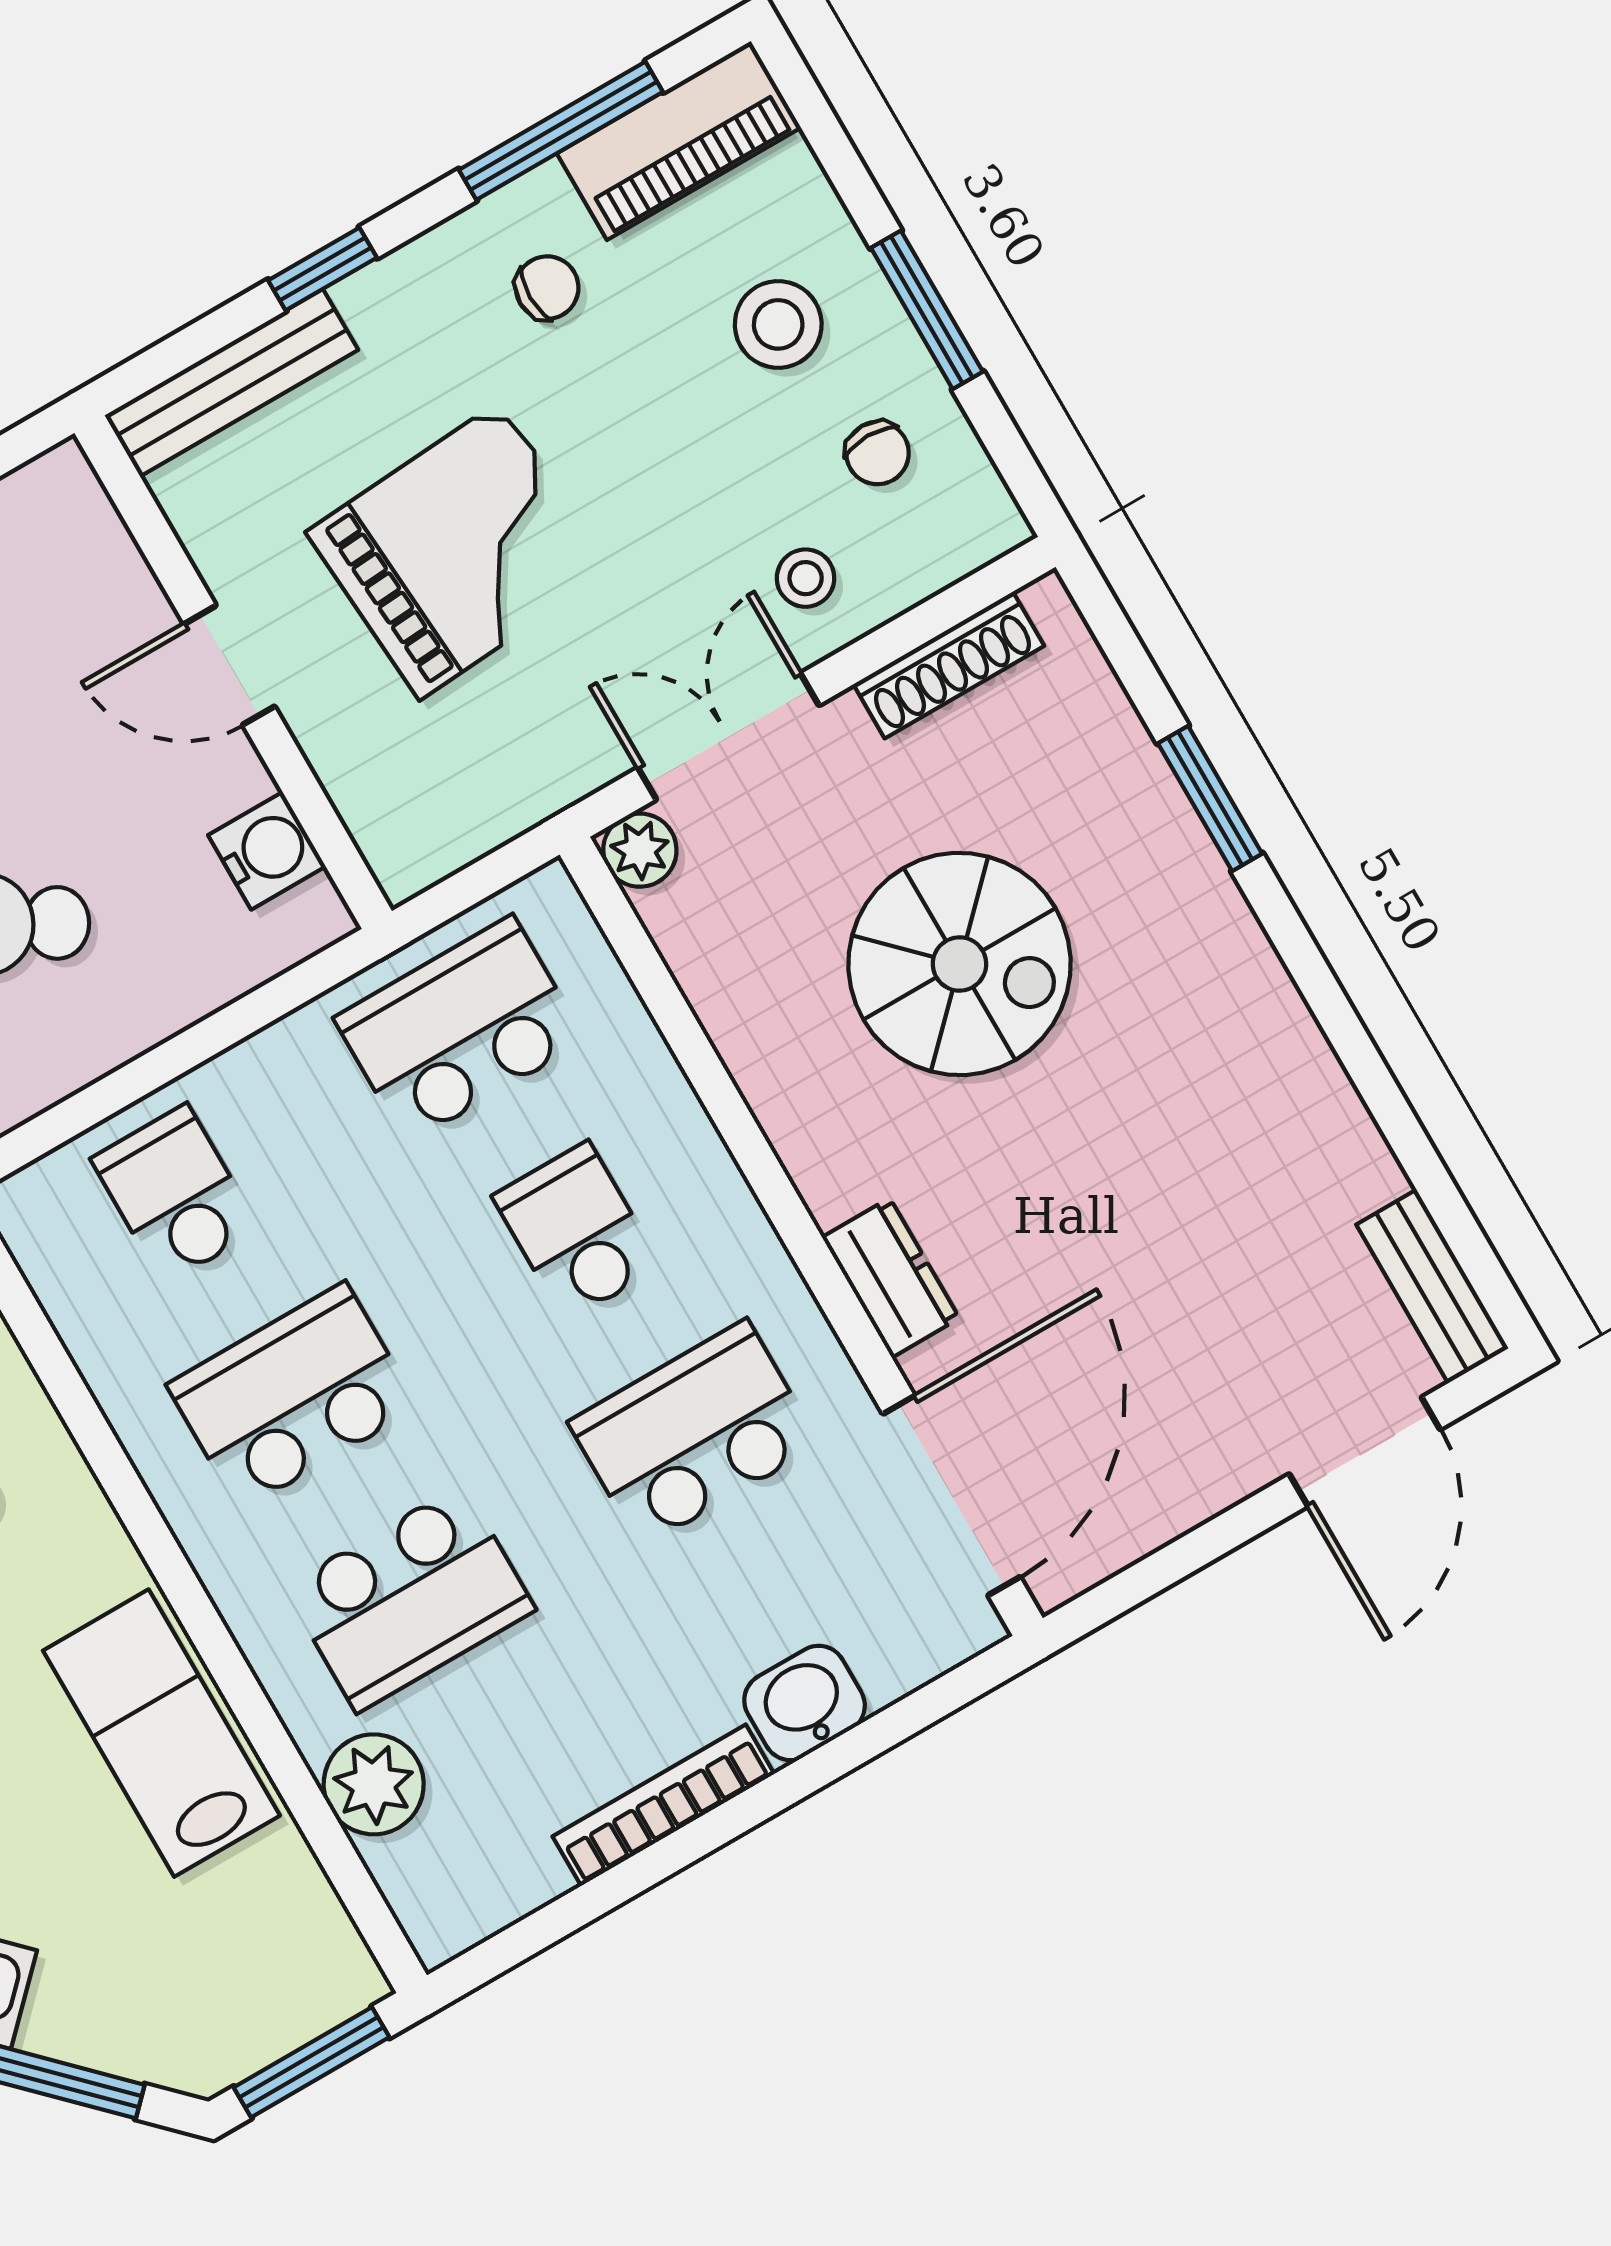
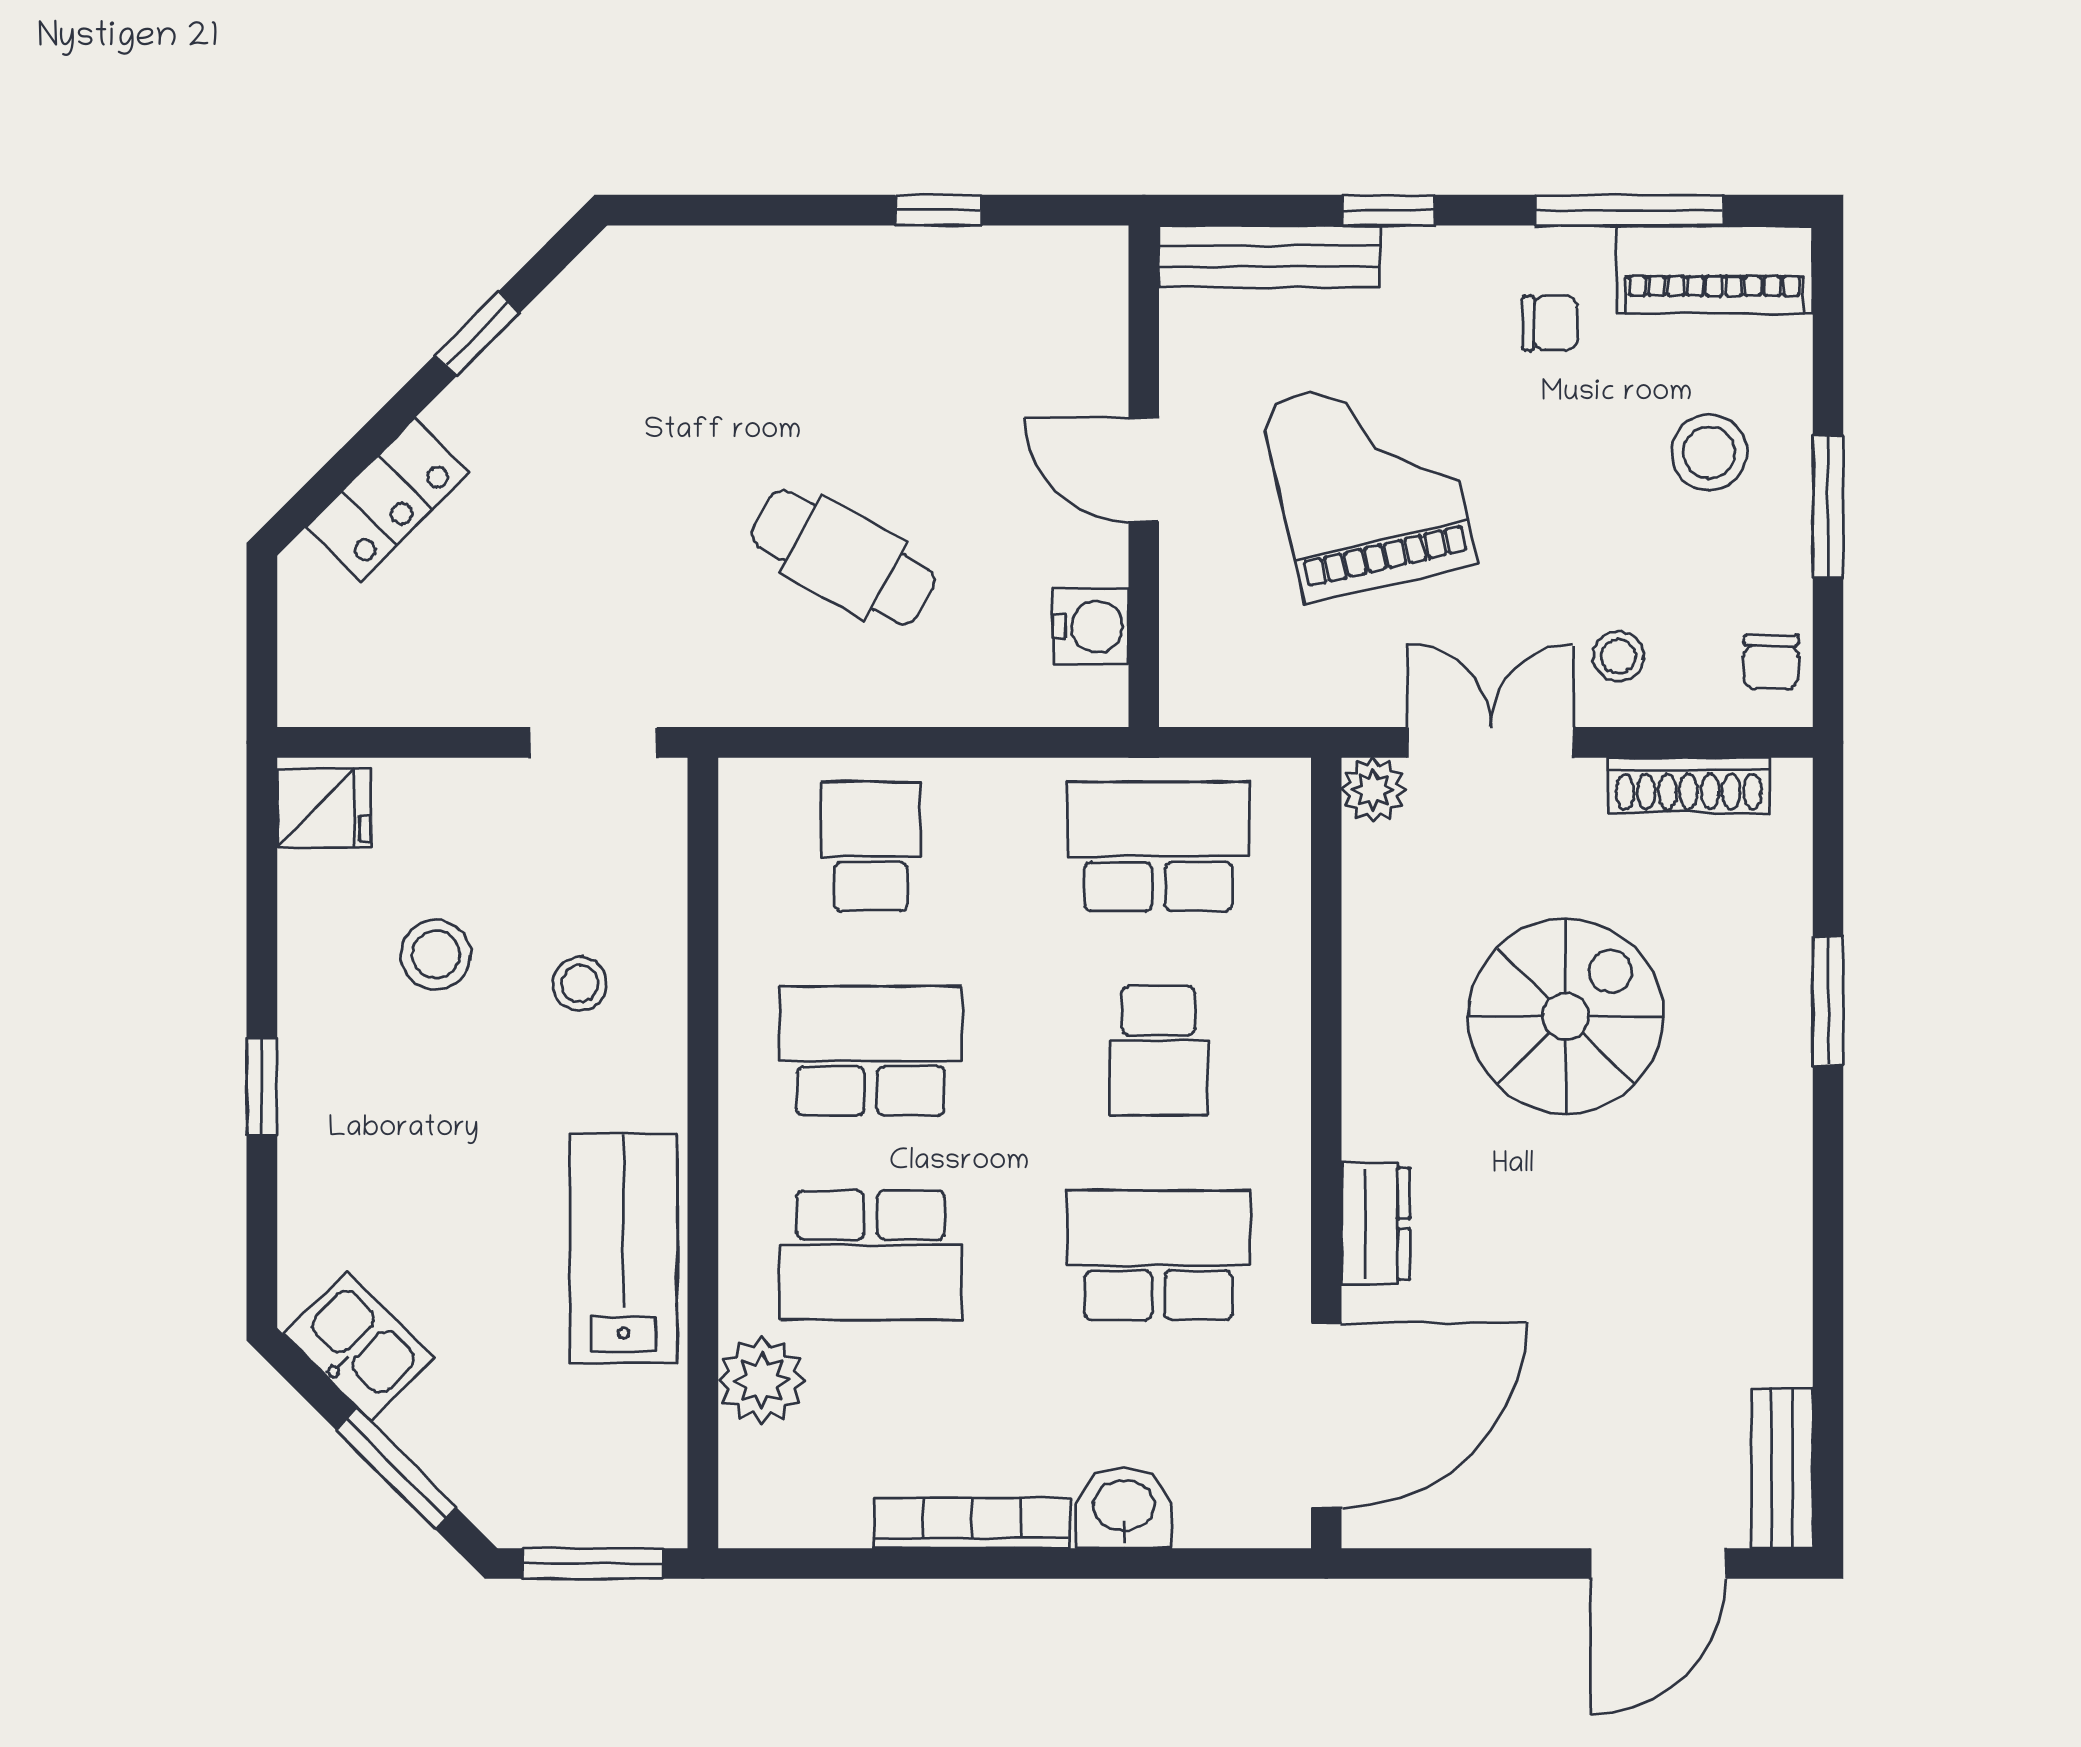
chair: (877, 453) -> (1771, 662), moved
grand piano: (460, 551) -> (1369, 484), turned -99
spiral stairs: (960, 964) -> (1566, 1016), turned -90
school desk: (577, 1231) -> (1158, 1051), turned 180

